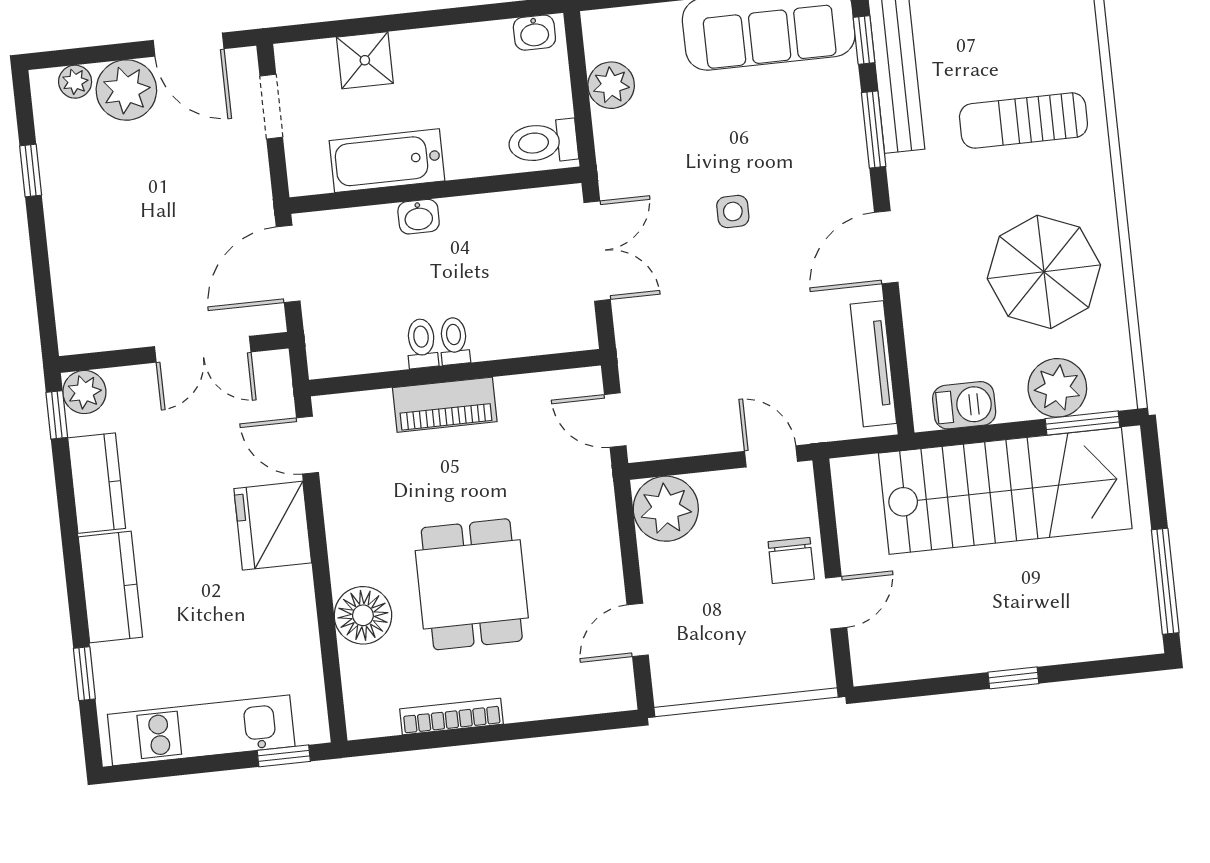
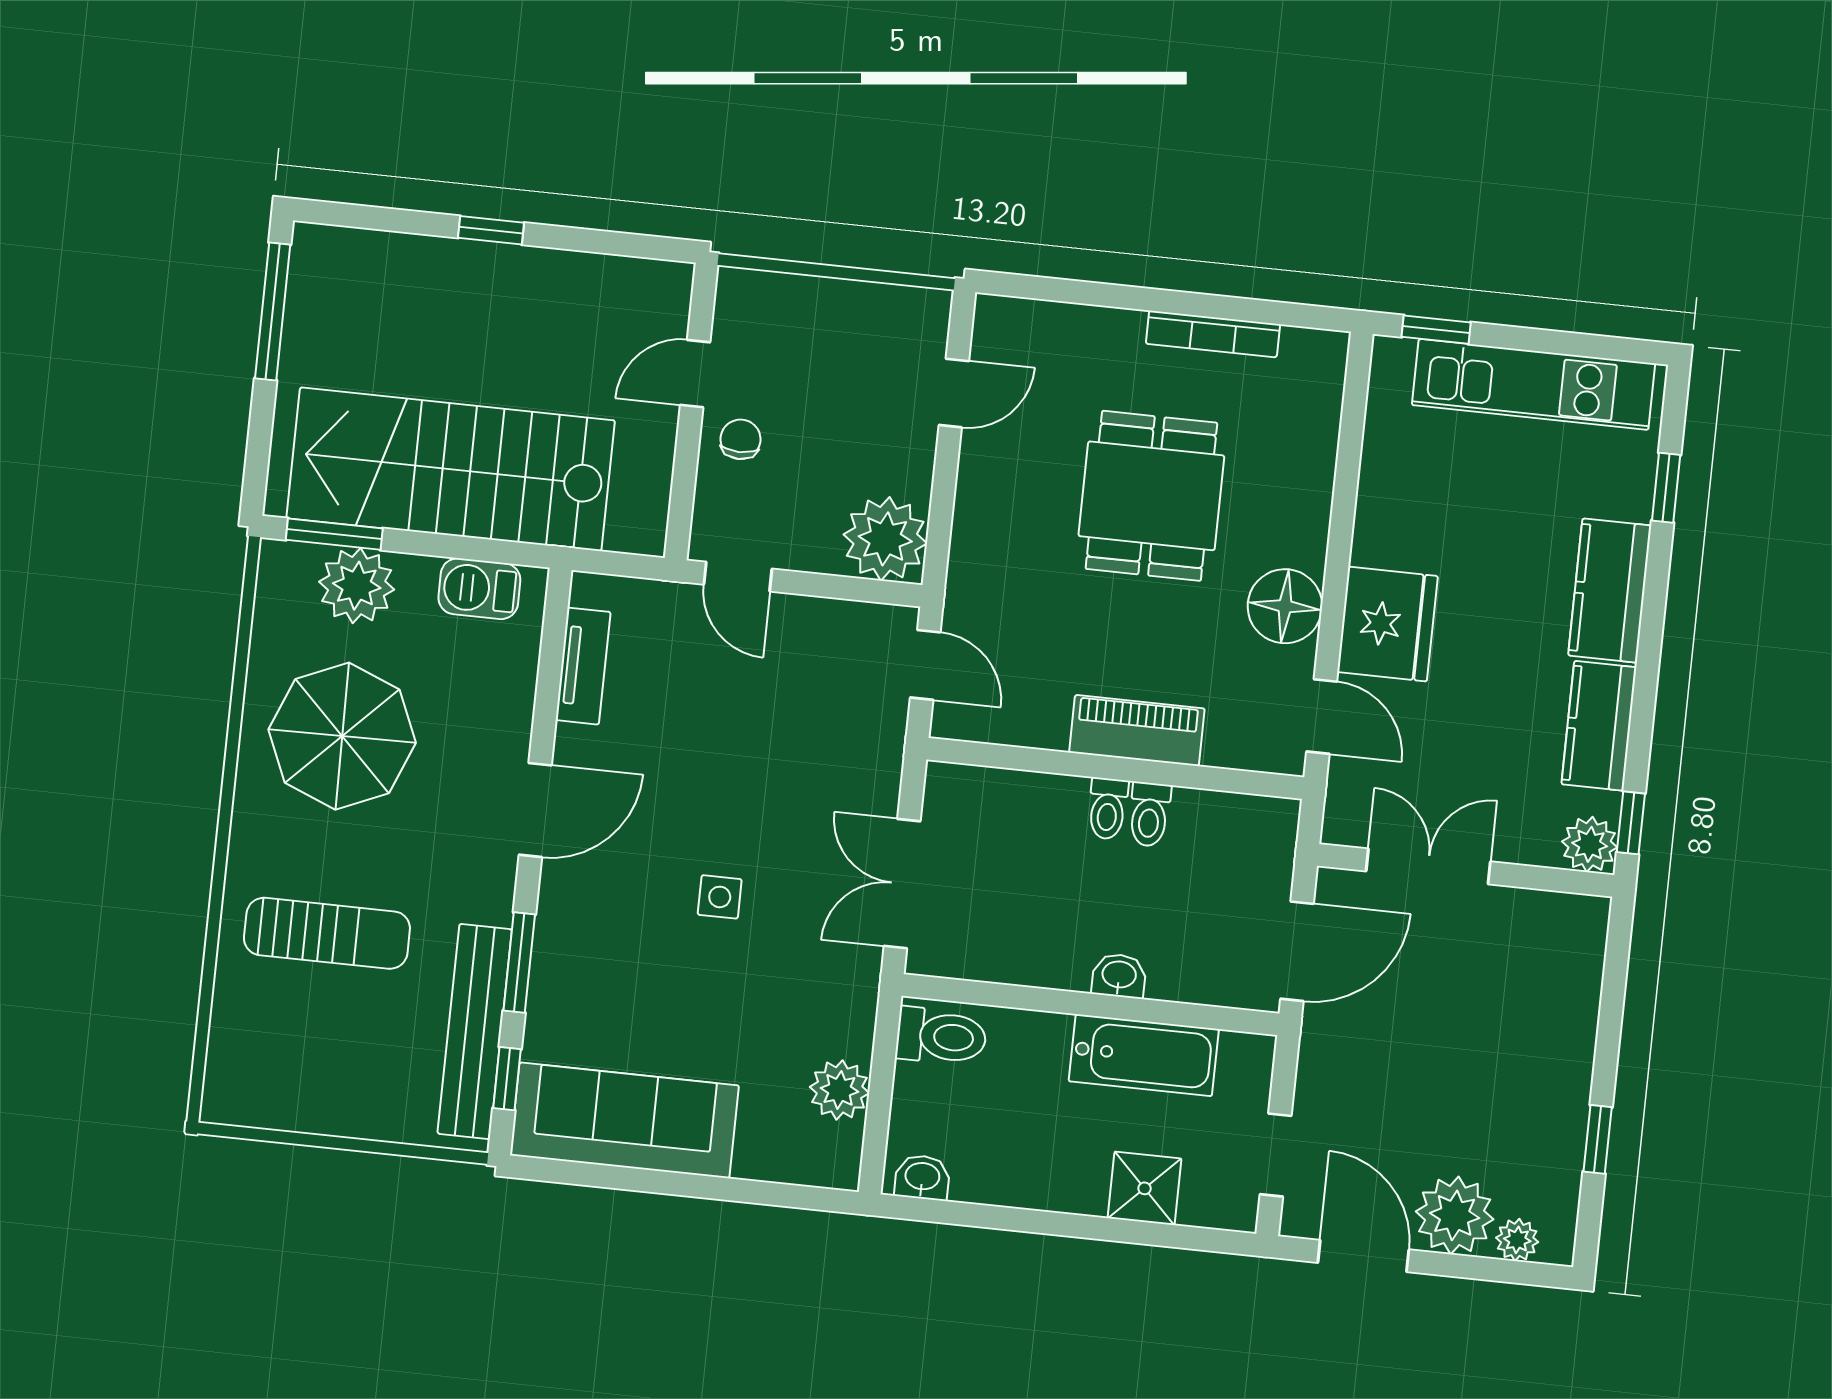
tv unit: (873, 364) -> (583, 666), width x0.71
chair: (791, 560) -> (741, 439), width x0.73, depth x0.73
floor lamp: (363, 615) -> (1285, 606), moved

